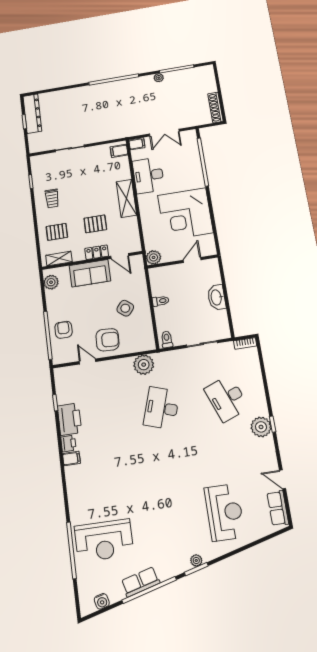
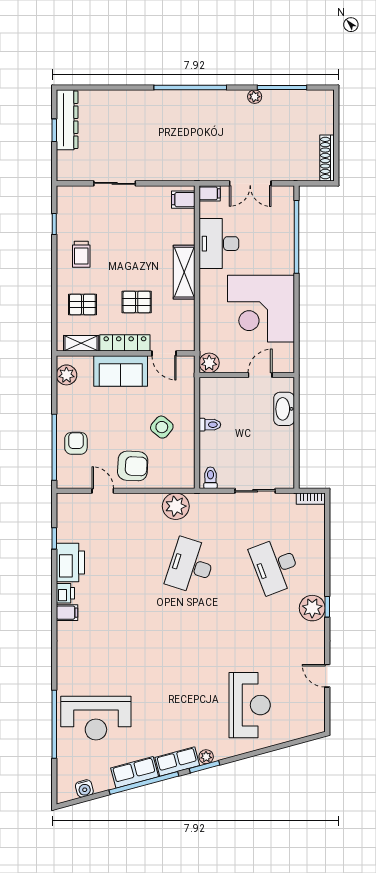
locker: (97, 252) -> (125, 343), width x1.53
washbasin: (217, 297) -> (284, 409), moved
row of seats: (278, 508) -> (177, 762), moved, turned 75

